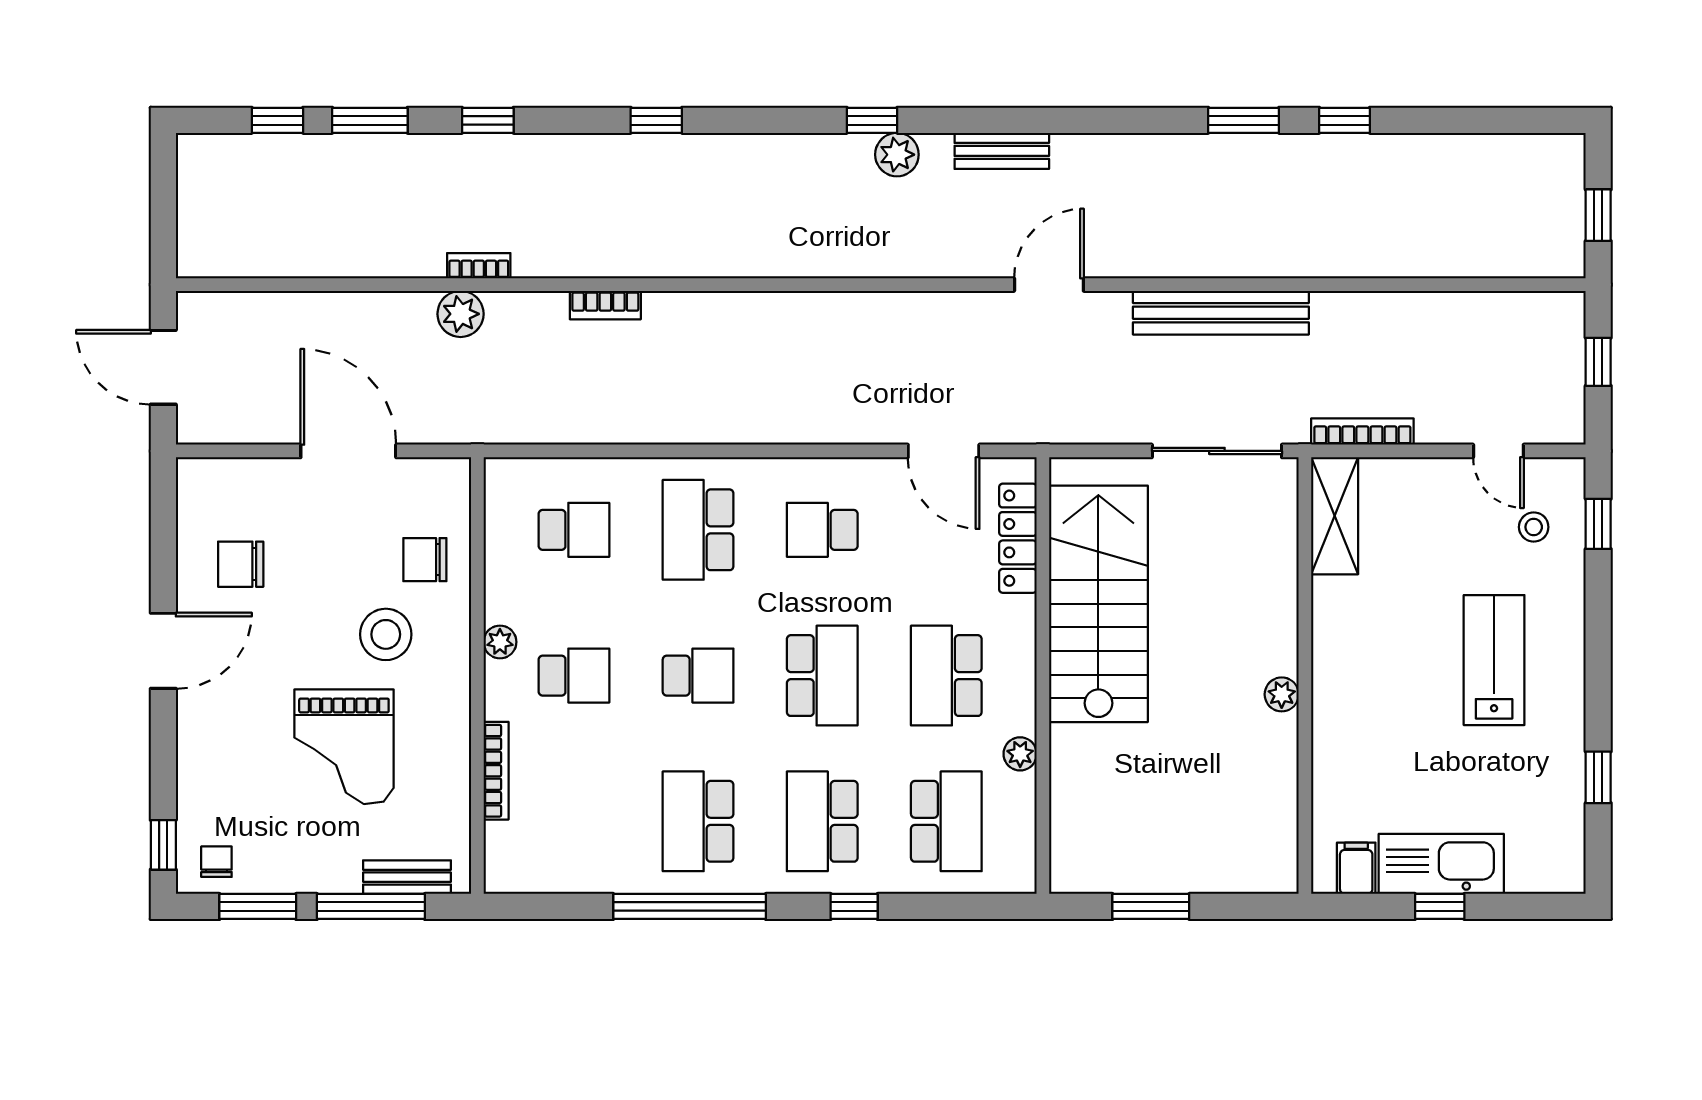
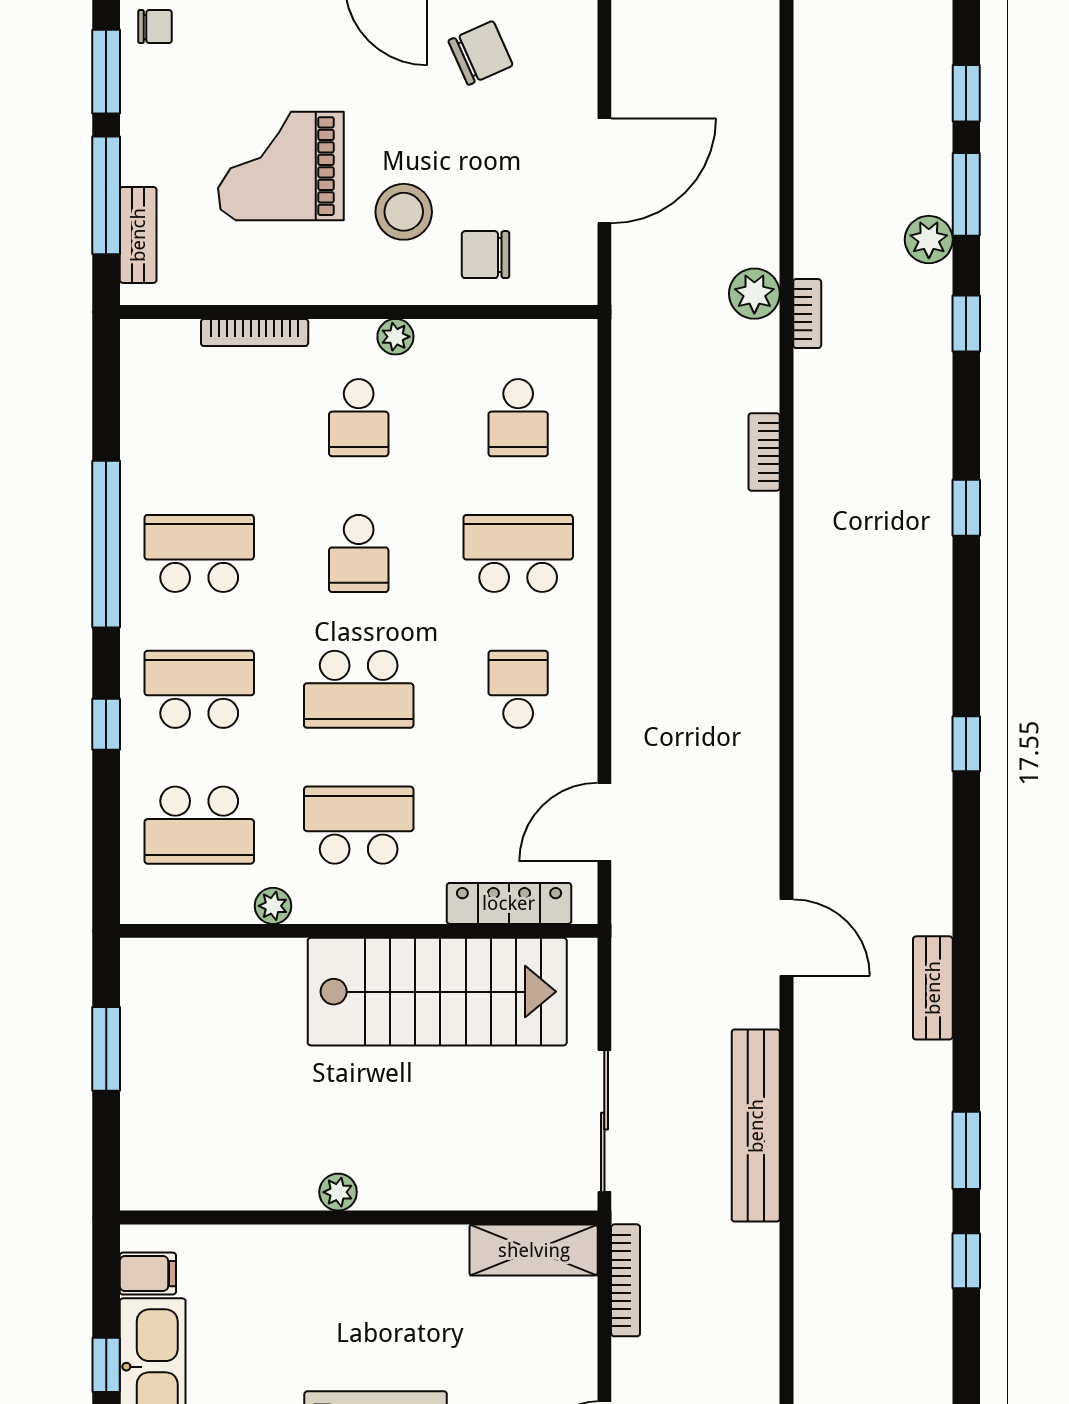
bench: (1002, 151) -> (933, 988), moved
plant: (897, 155) -> (929, 240), moved
chair: (425, 560) -> (486, 255), turned -90
chair: (241, 564) -> (481, 53), turned 66

